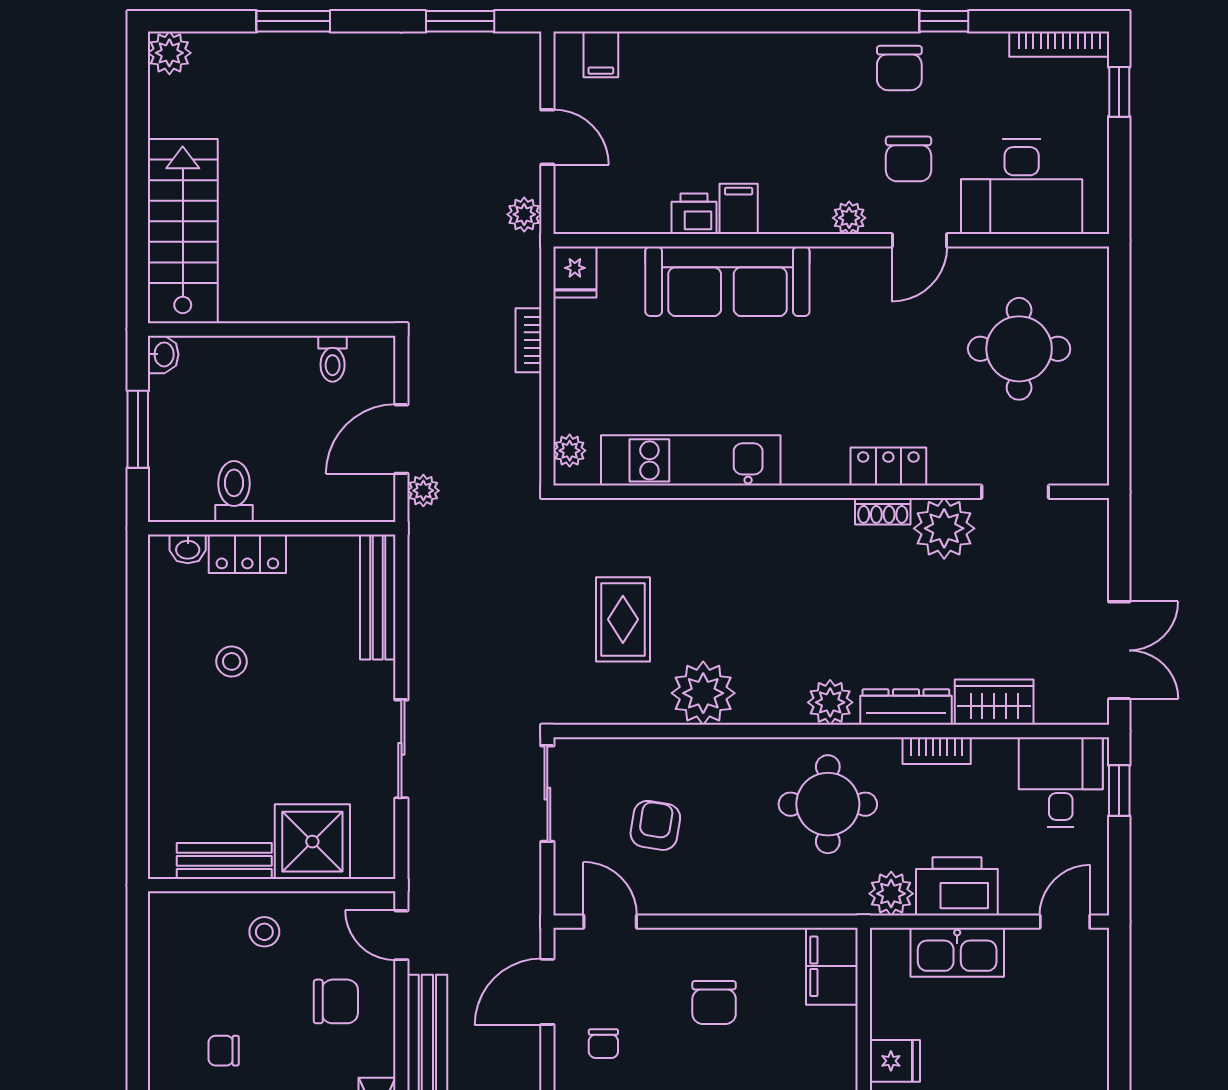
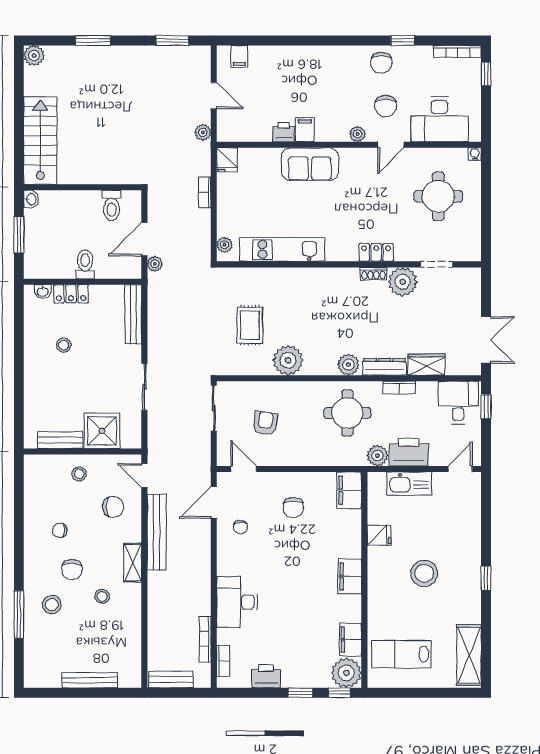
water cooler: (1096, 260) -> (475, 154), added
sofa: (727, 281) -> (310, 164), width x0.73
toilet: (333, 359) -> (112, 205), width x1.37, depth x1.39
toilet: (234, 491) -> (85, 264), moved

